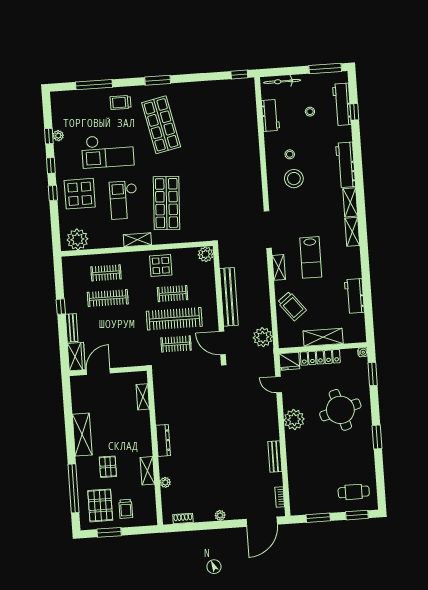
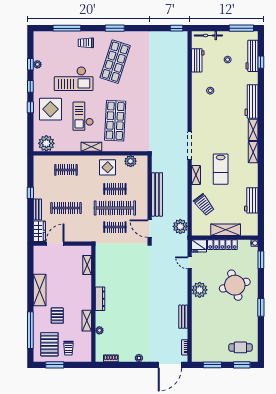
shop shelf: (161, 125) -> (115, 62), turned 30
stool: (294, 179) -> (212, 109), removed
plant: (206, 254) -> (131, 161), moved
clothes rail: (108, 298) -> (66, 208), moved

